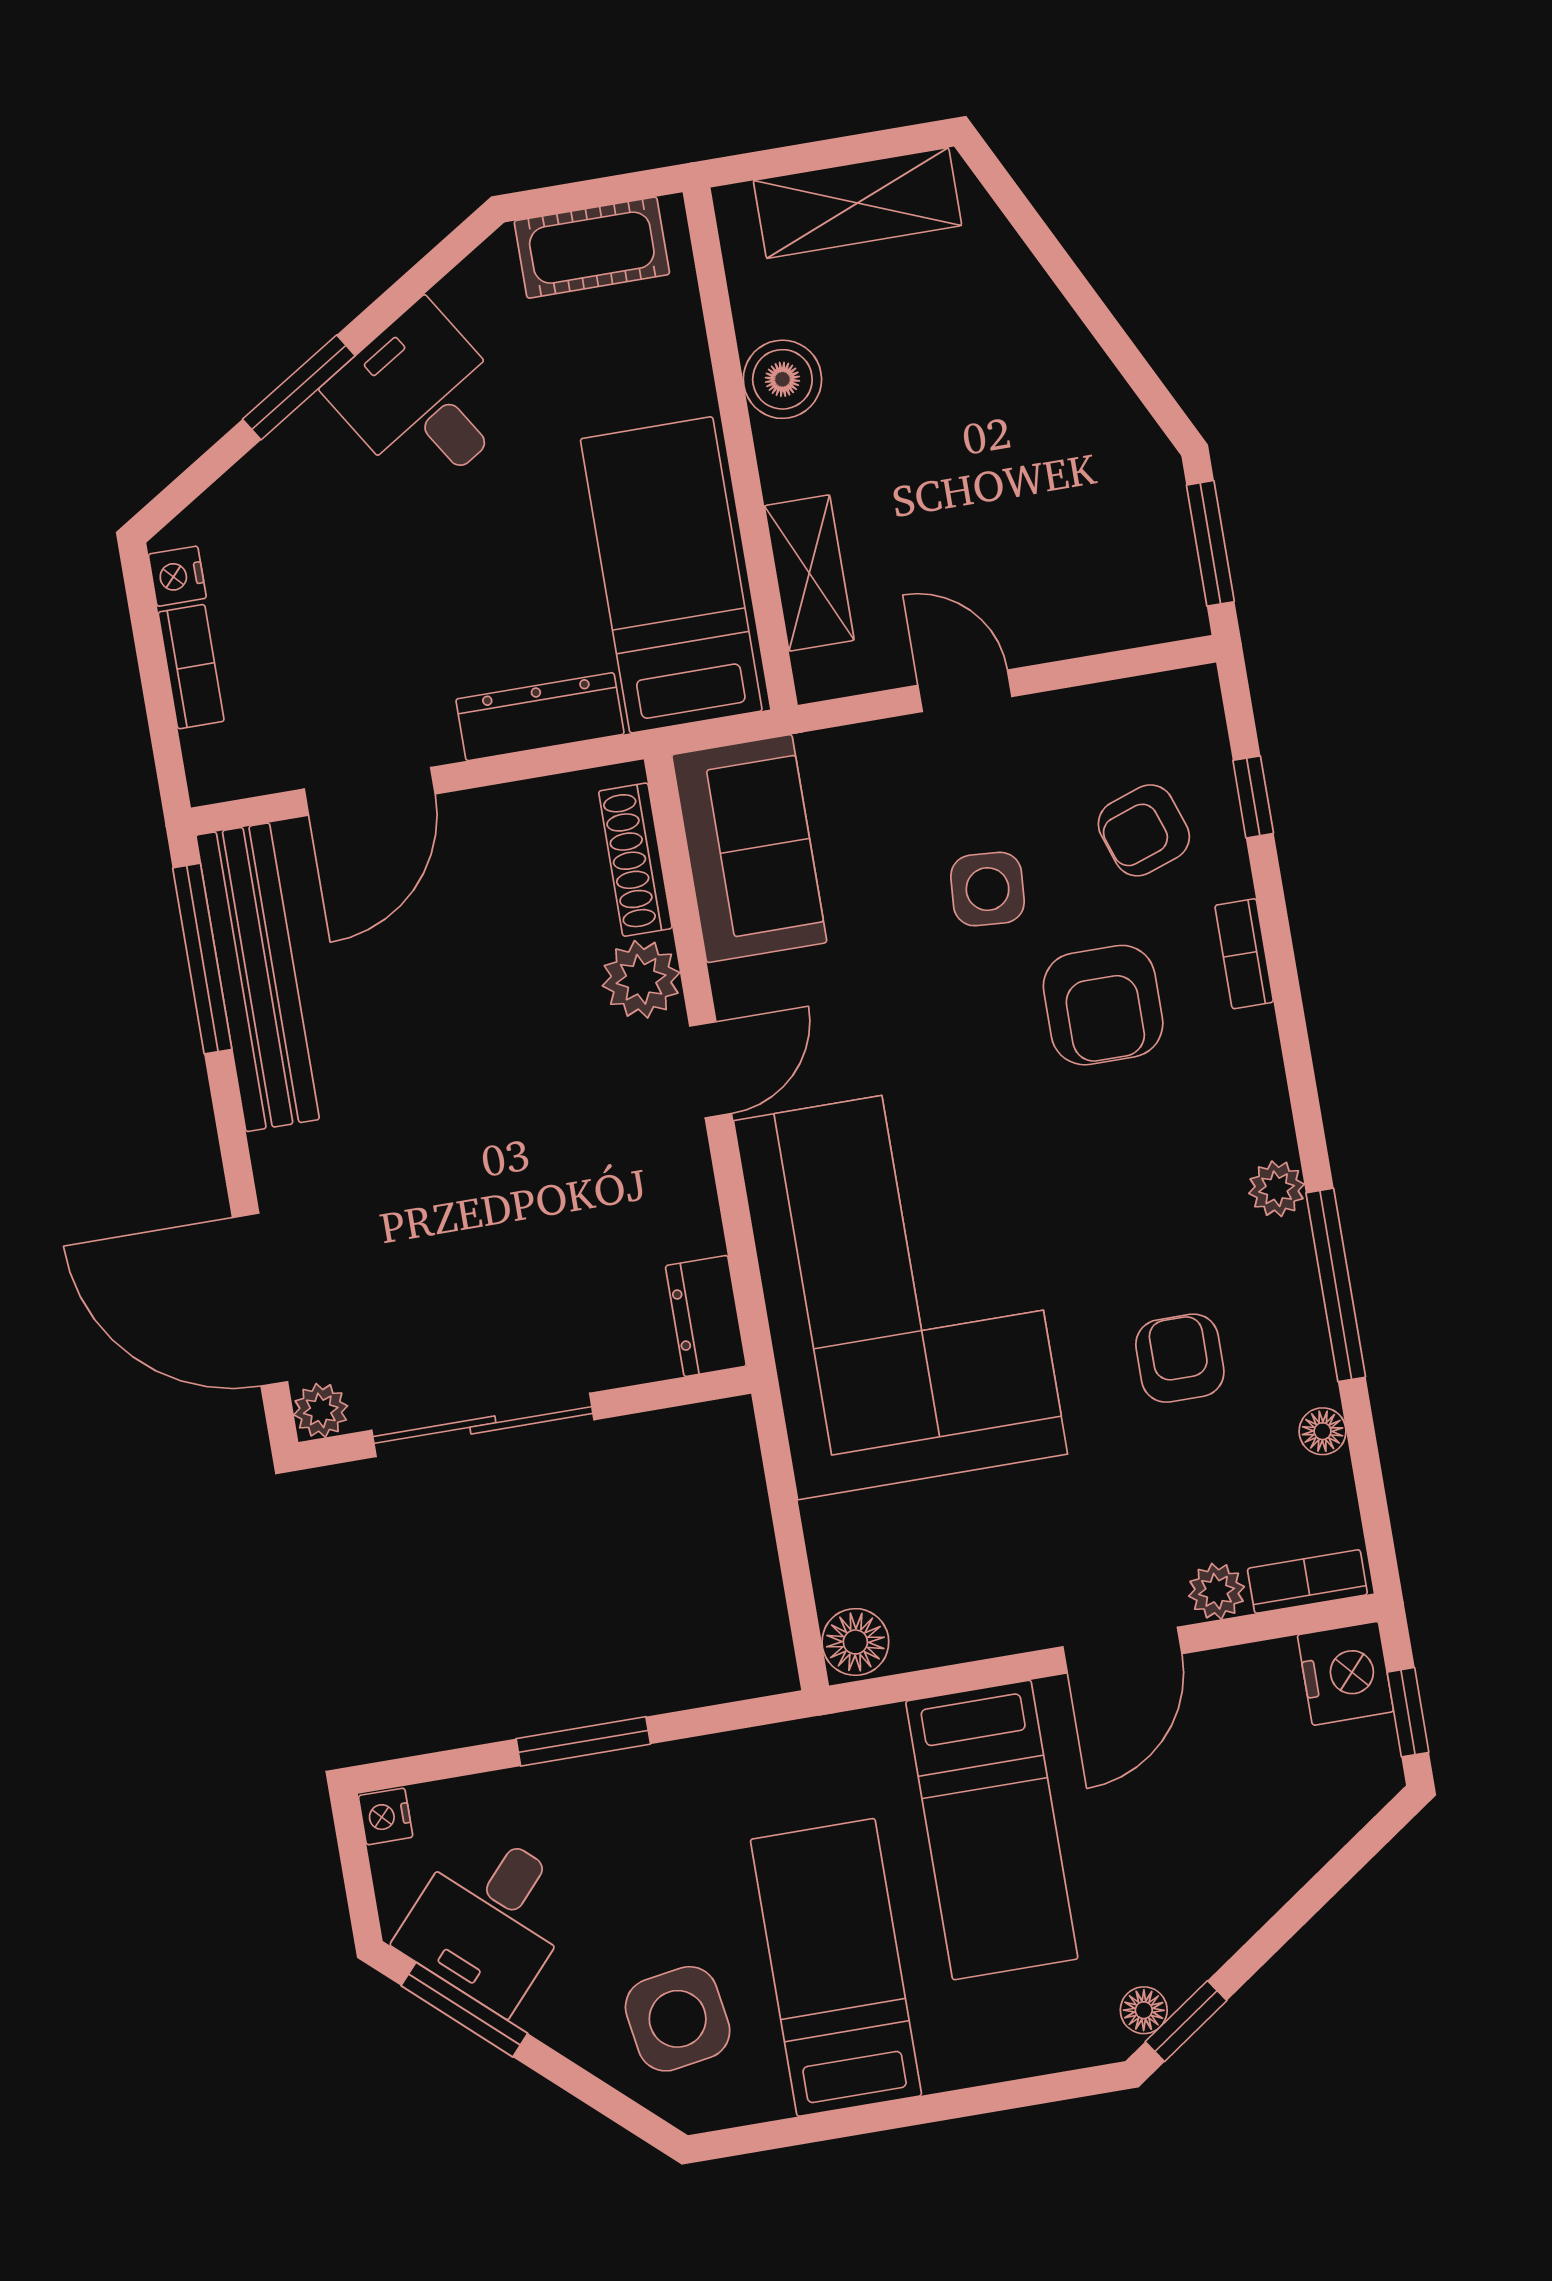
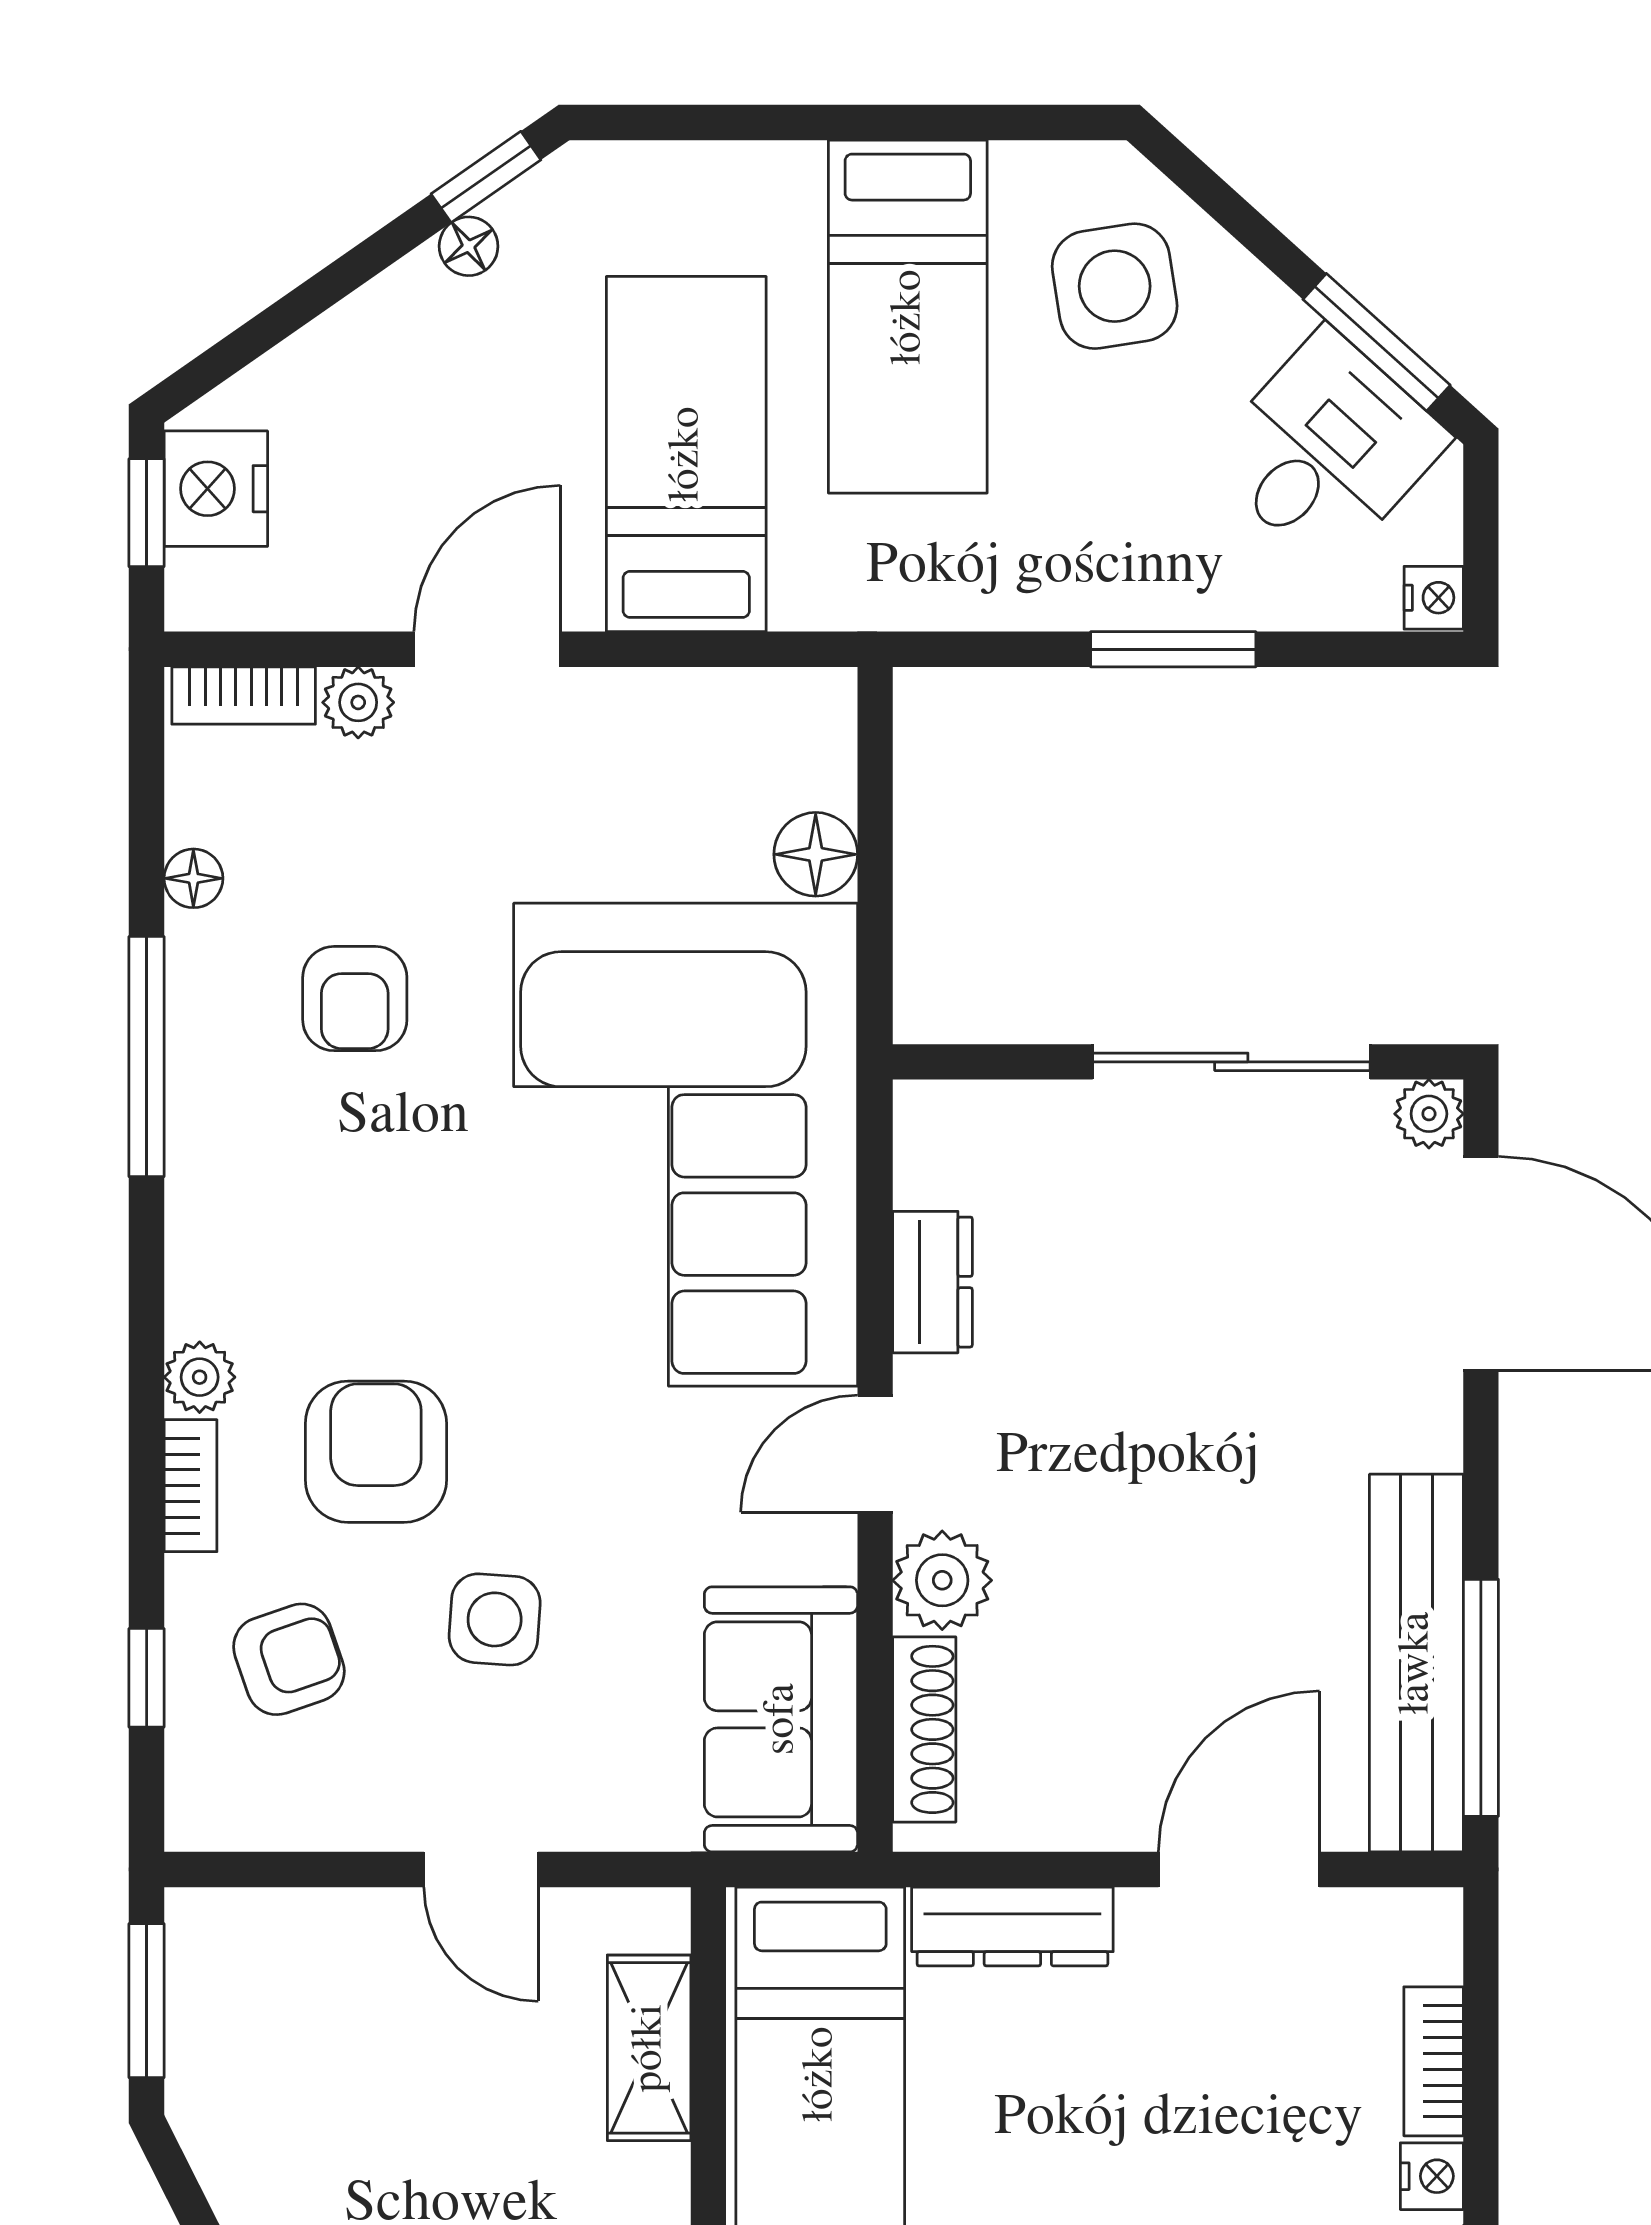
plant: (1277, 1189) -> (200, 1377), moved
dresser: (706, 1316) -> (933, 1282), moved
floor lamp: (855, 1642) -> (816, 854), moved
nightstand: (1345, 1673) -> (216, 489), moved
floor lamp: (1144, 2010) -> (469, 246), moved

